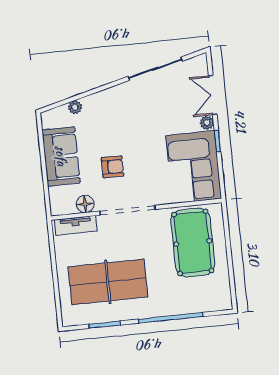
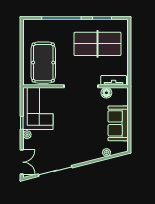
double door: (213, 95) -> (22, 162), moved
armchair: (113, 167) -> (87, 114), removed

